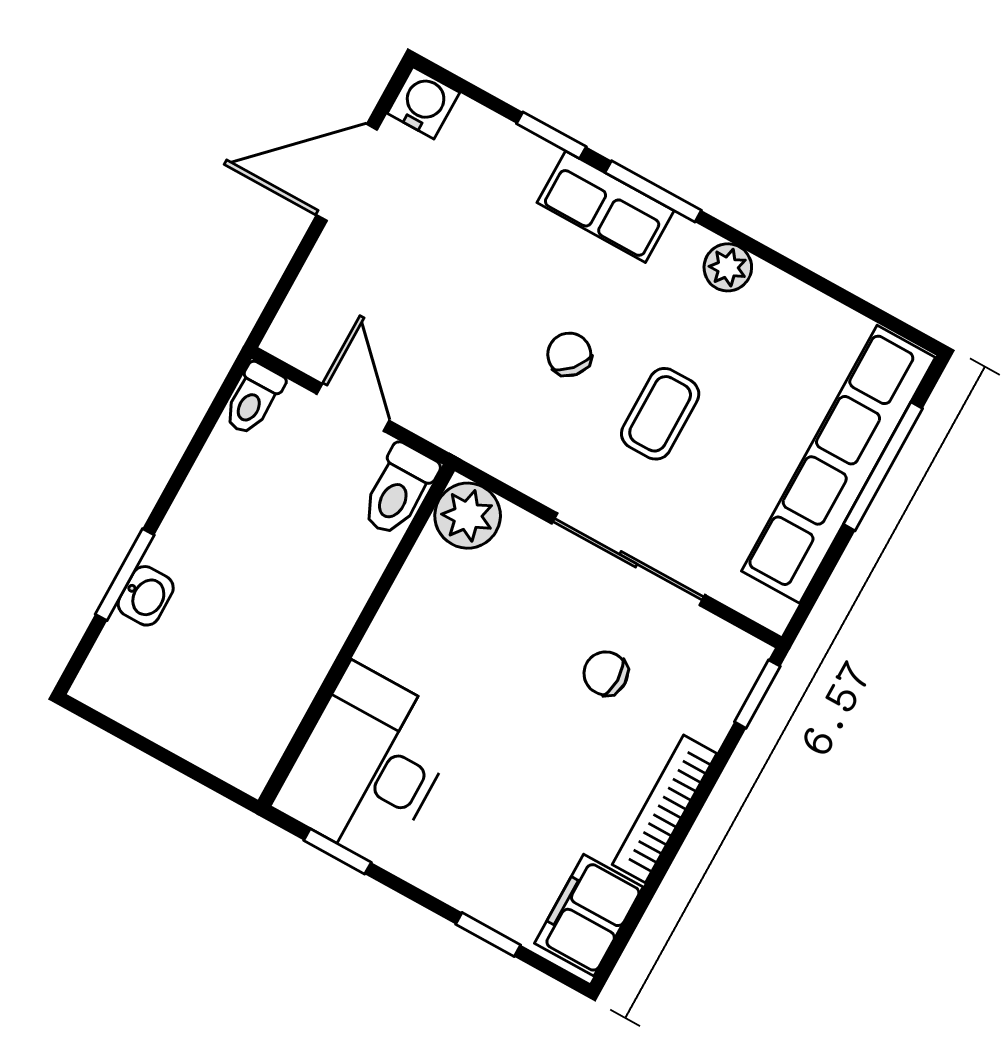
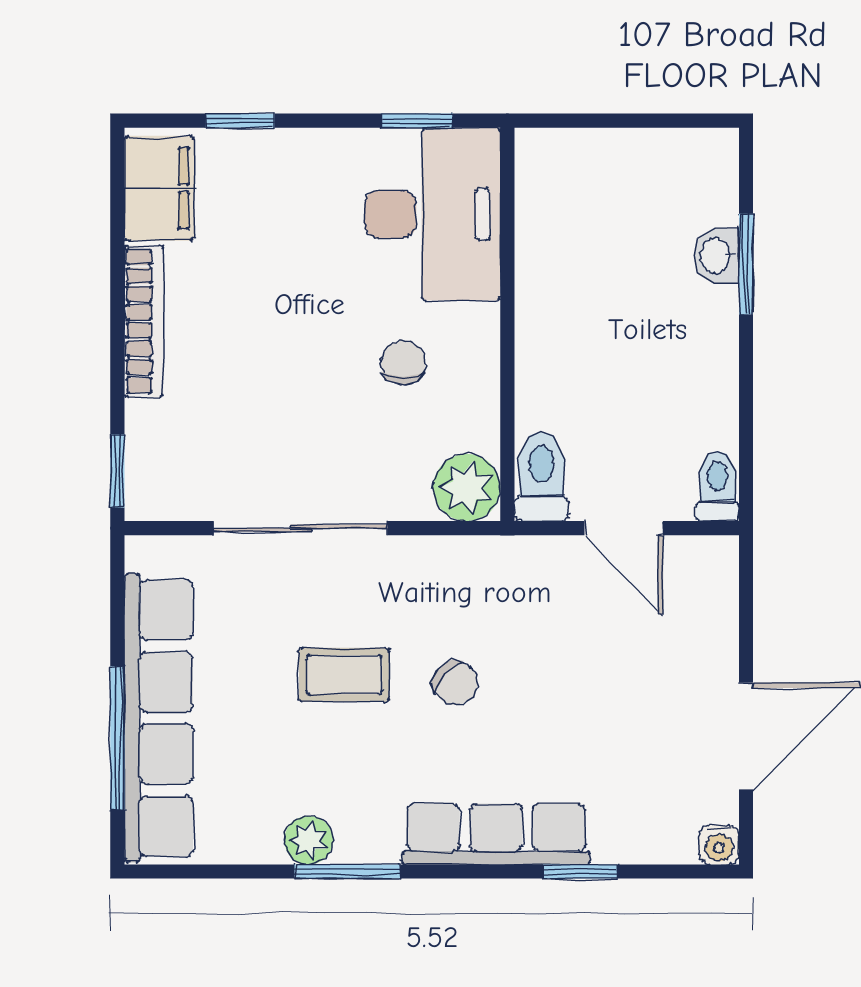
water cooler: (423, 103) -> (719, 845), width x0.72, depth x0.72
window: (653, 191) -> (347, 872), moved
row of seats: (606, 207) -> (496, 834), width x1.48
plant: (728, 267) -> (309, 840), moved
coffee table: (660, 414) -> (344, 675), turned 90
chair: (606, 673) -> (403, 363), moved, turned -90

